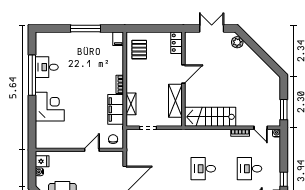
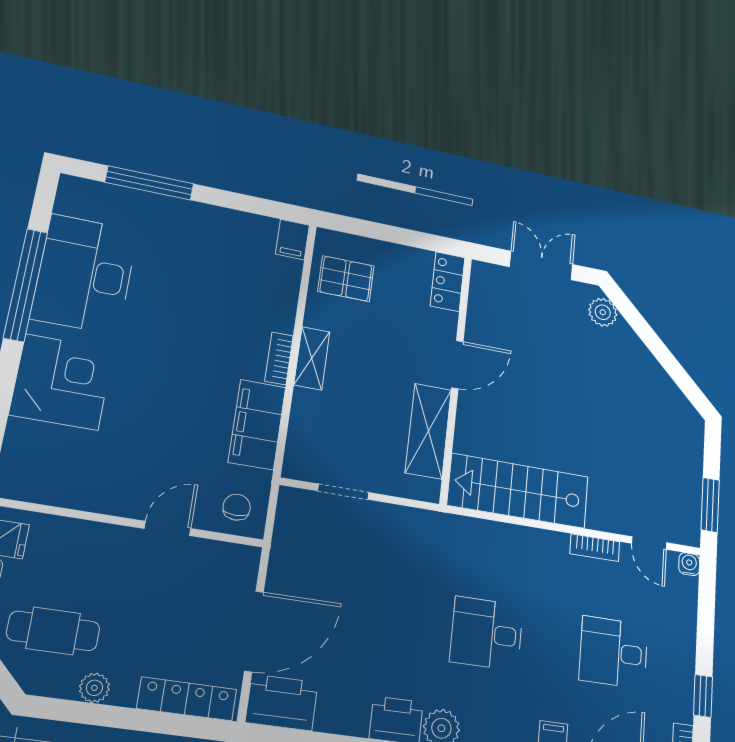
window: (85, 28) -> (149, 183), moved
pallet: (139, 50) -> (346, 279), turned 90
desk: (47, 67) -> (85, 274), width x1.87, depth x1.30
shelving: (131, 104) -> (312, 358), moved

